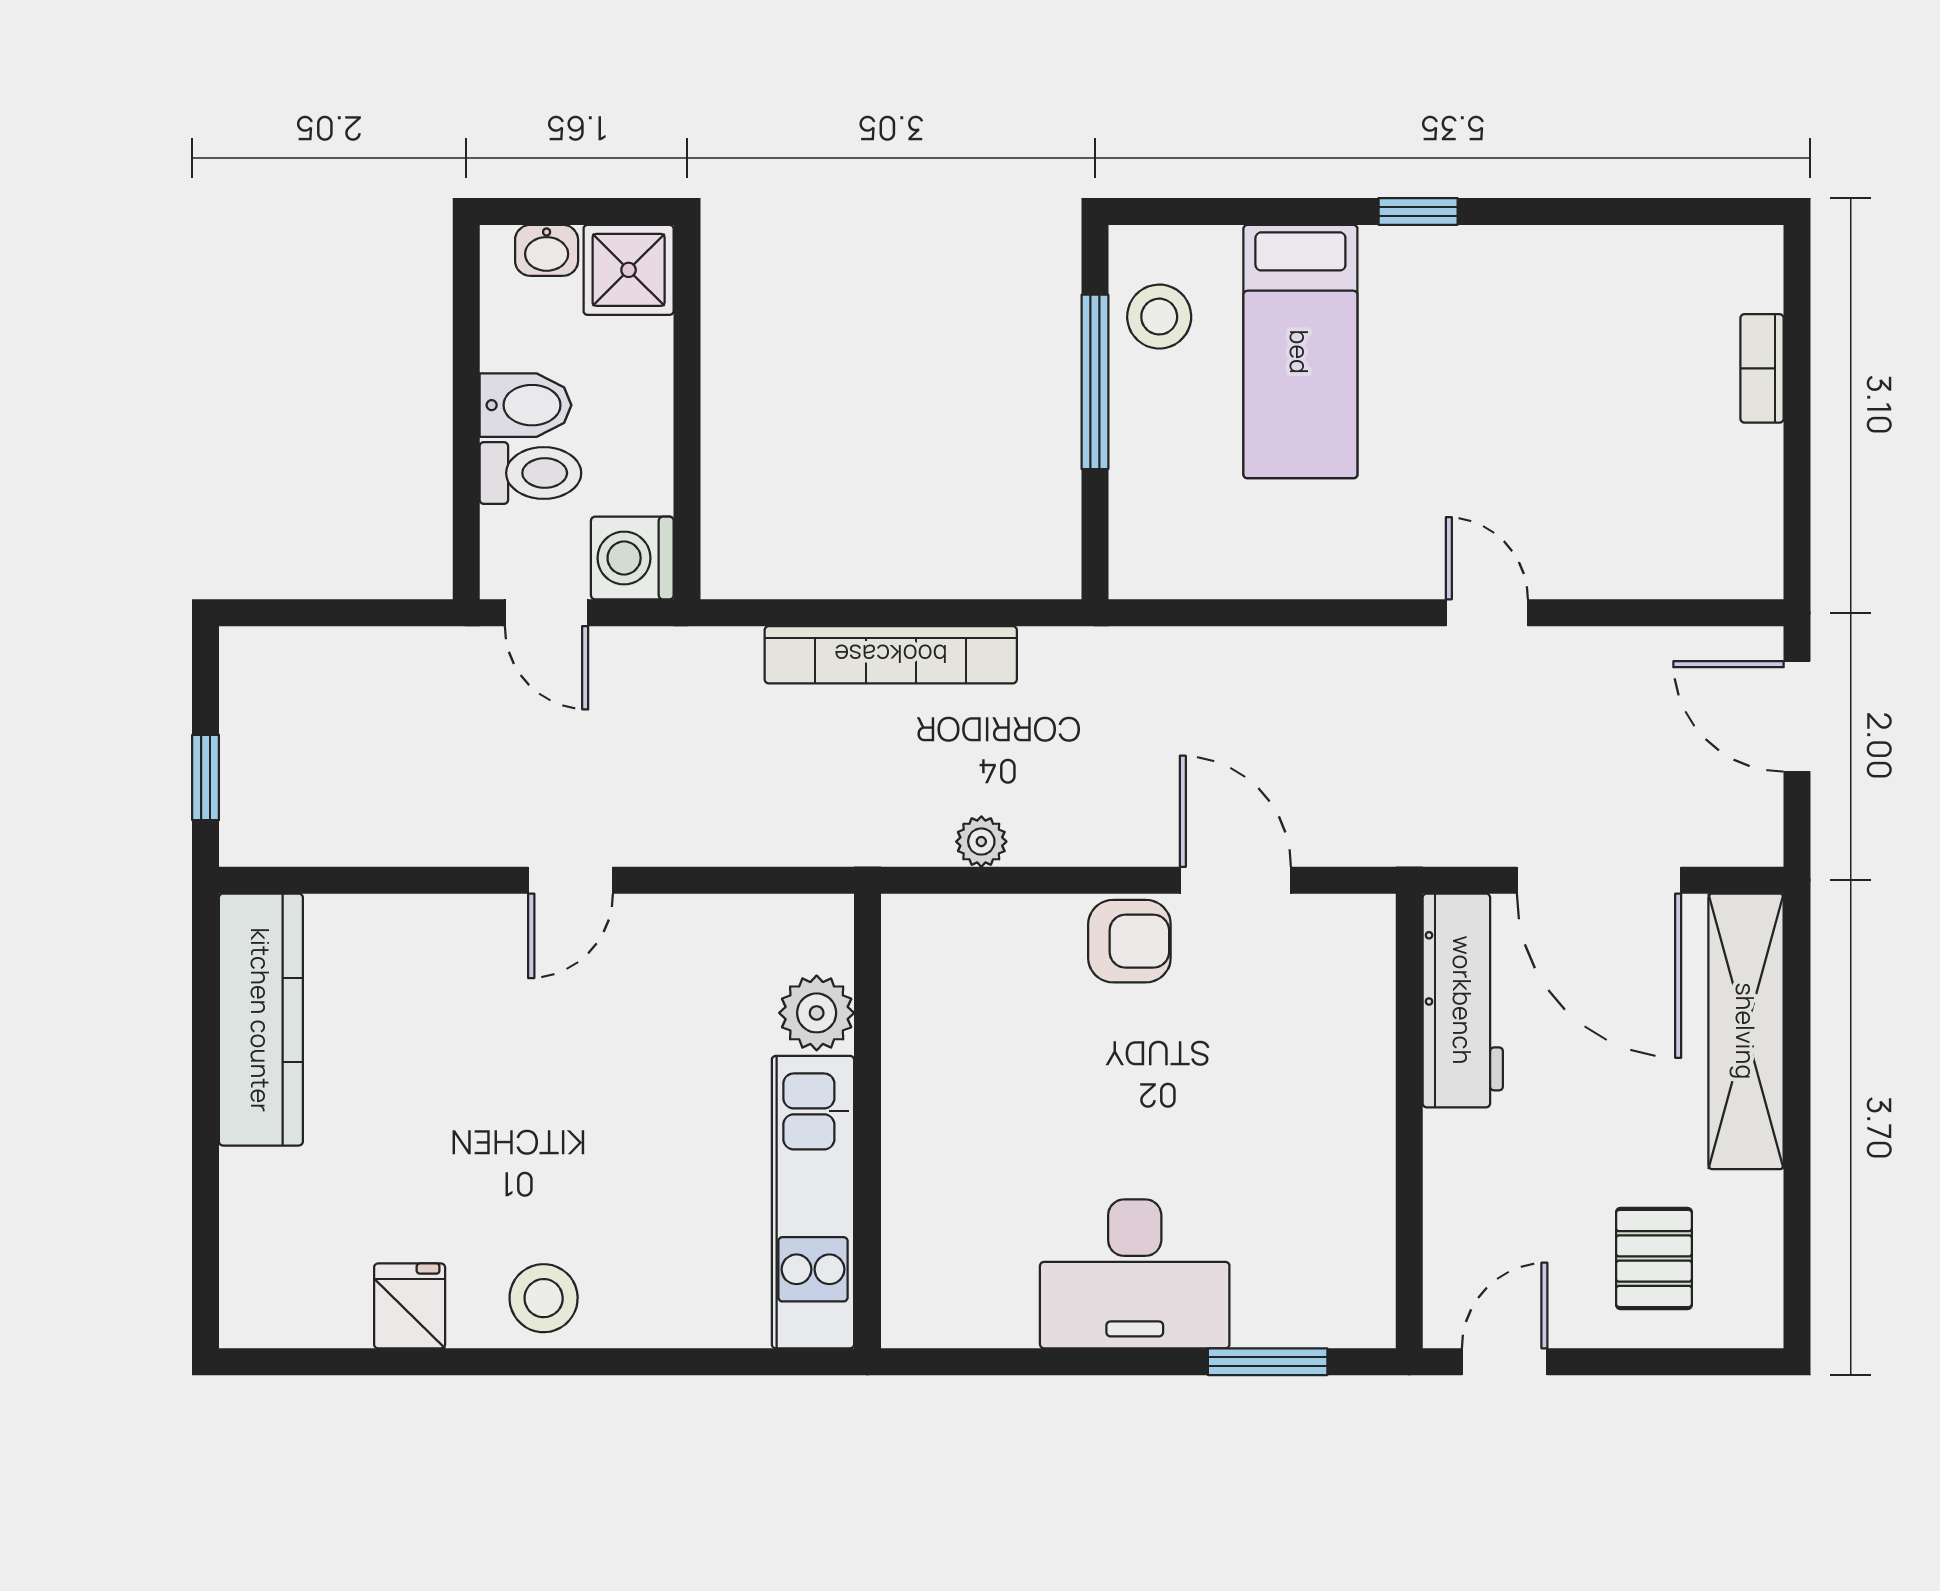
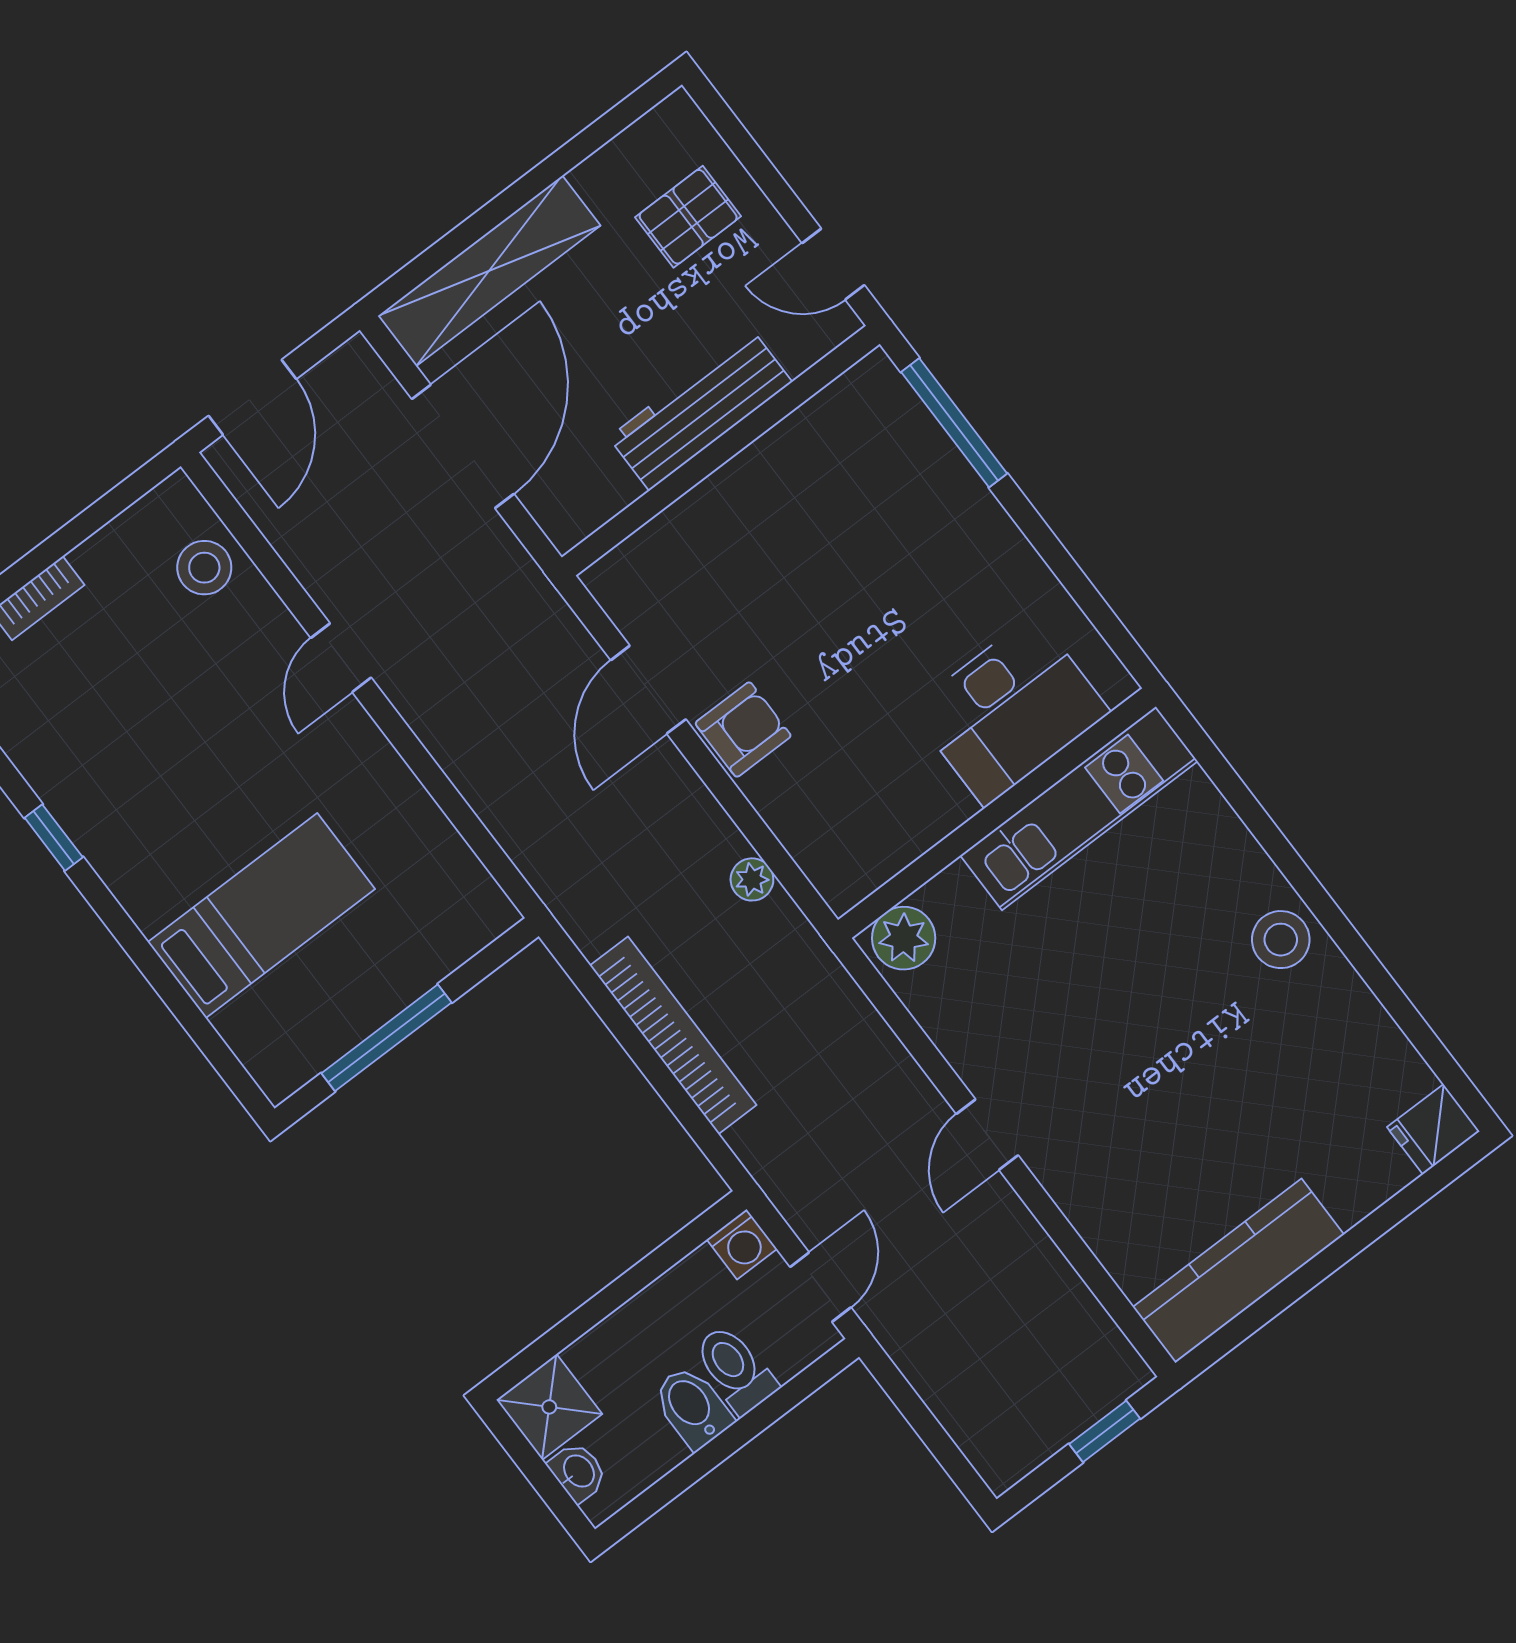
window: (1418, 211) -> (54, 838), moved
stool: (1159, 317) -> (204, 568), moved
washing machine: (632, 558) -> (742, 1244), width x0.73, depth x0.73
door: (571, 880) -> (987, 1135), swing flipped
armchair: (1129, 941) -> (743, 730), turned 90
workbench: (1463, 1000) -> (700, 410), moved
plant: (817, 1013) -> (904, 938), moved
desk: (1135, 1274) -> (1010, 710), moved, turned 90
fridge: (410, 1306) -> (1433, 1129), moved
window: (1268, 1362) -> (954, 423), width x1.44

